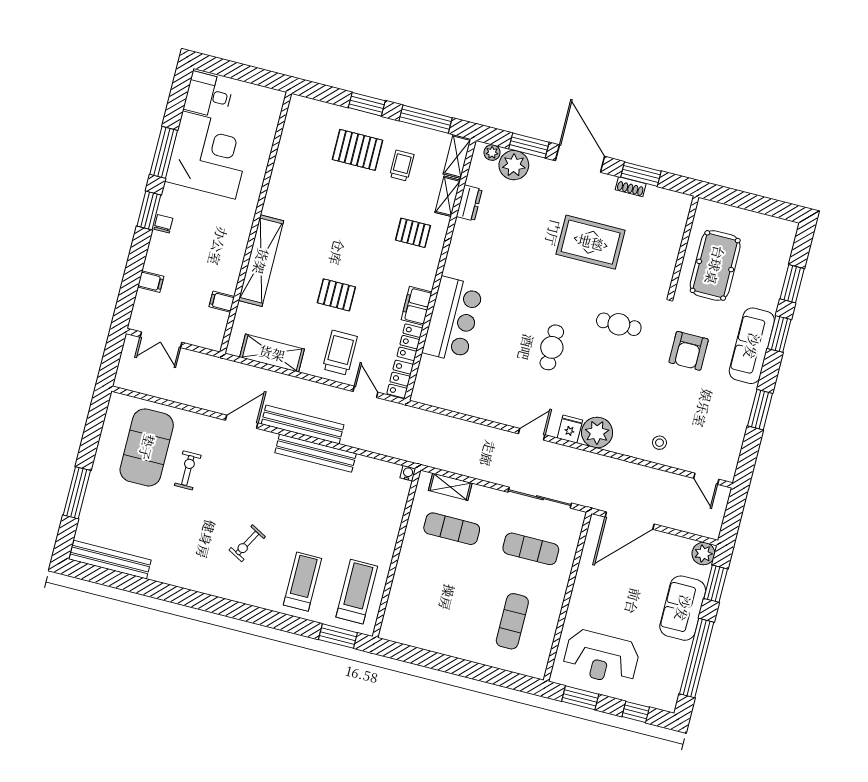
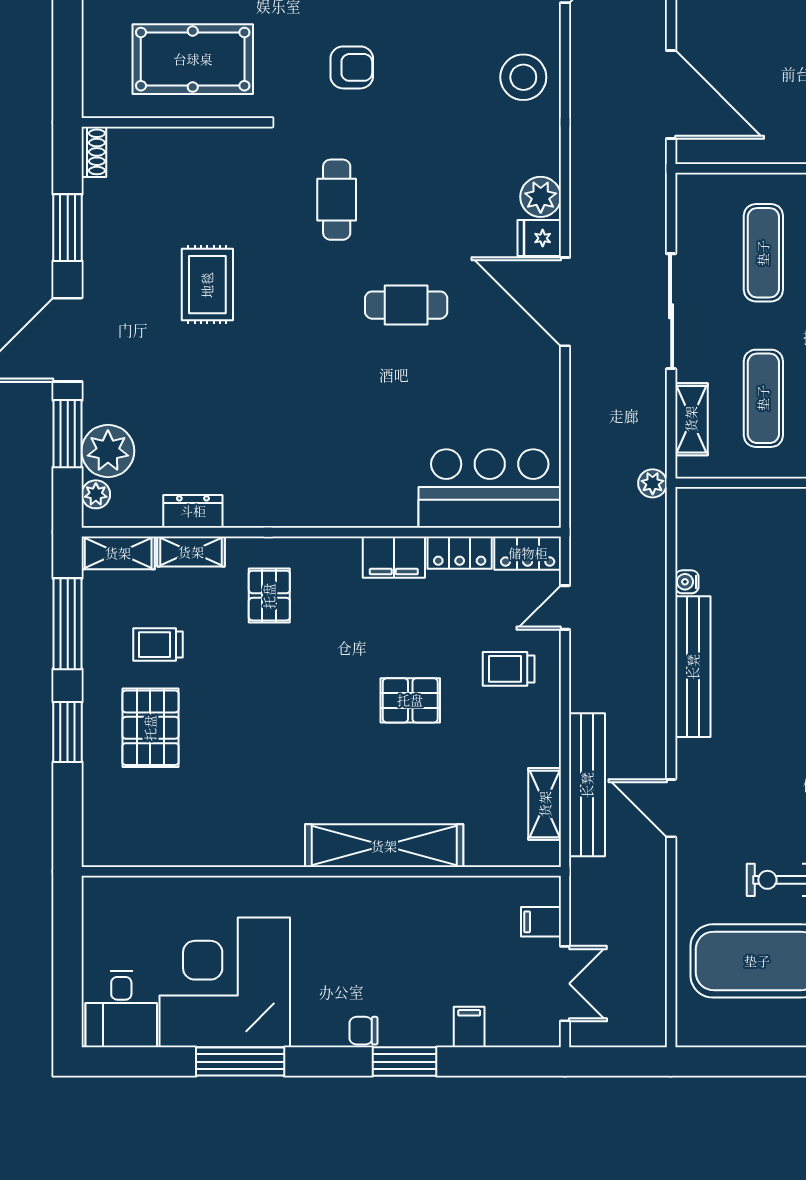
shoe rack: (631, 187) -> (94, 152), moved
window: (149, 210) -> (405, 1062), moved
rug: (591, 242) -> (207, 285), width x0.73, depth x0.70
pallet: (336, 295) -> (410, 700), turned 90
filing cabinet: (222, 302) -> (541, 922), moved, turned 90
bar counter: (453, 319) -> (490, 489), moved
armchair: (689, 351) -> (352, 67), width x0.72, depth x0.72
shelving: (272, 353) -> (545, 804), width x0.67, depth x0.75
trolley: (340, 353) -> (509, 669), width x0.73, depth x0.72
bench: (303, 424) -> (587, 785), moved
plant: (597, 433) -> (541, 197), width x0.73, depth x0.73
door: (532, 434) -> (565, 302), width x1.88
stool: (659, 443) -> (523, 77), width x1.89, depth x1.89
plant: (421, 457) -> (653, 483), added
water cooler: (408, 473) -> (687, 582), moved
sliding door: (540, 498) -> (671, 311), moved

